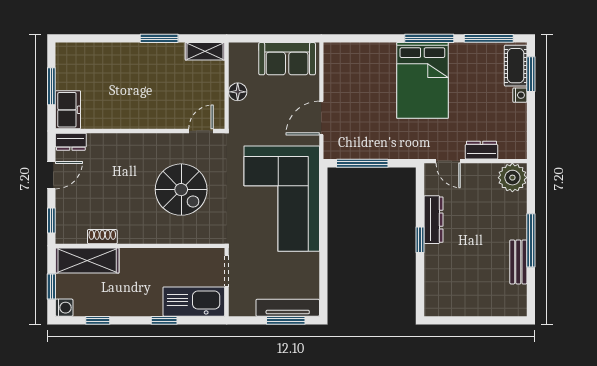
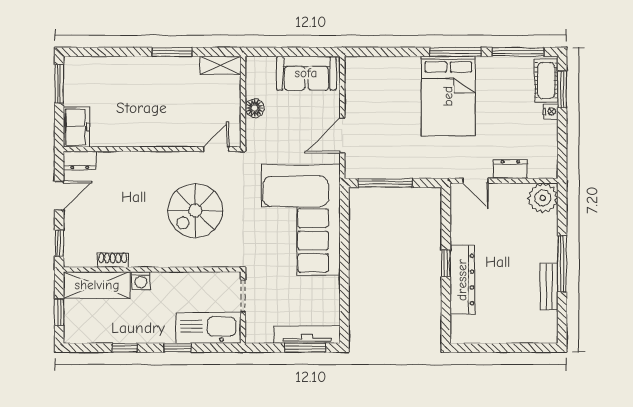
window: (51, 86) -> (59, 84), moved
spiral stairs: (181, 190) -> (195, 211), turned 90
dresser: (433, 220) -> (462, 280), moved, width x1.37, depth x1.24
washing machine: (64, 308) -> (141, 281), moved, turned 90
window: (98, 320) -> (125, 348), moved

